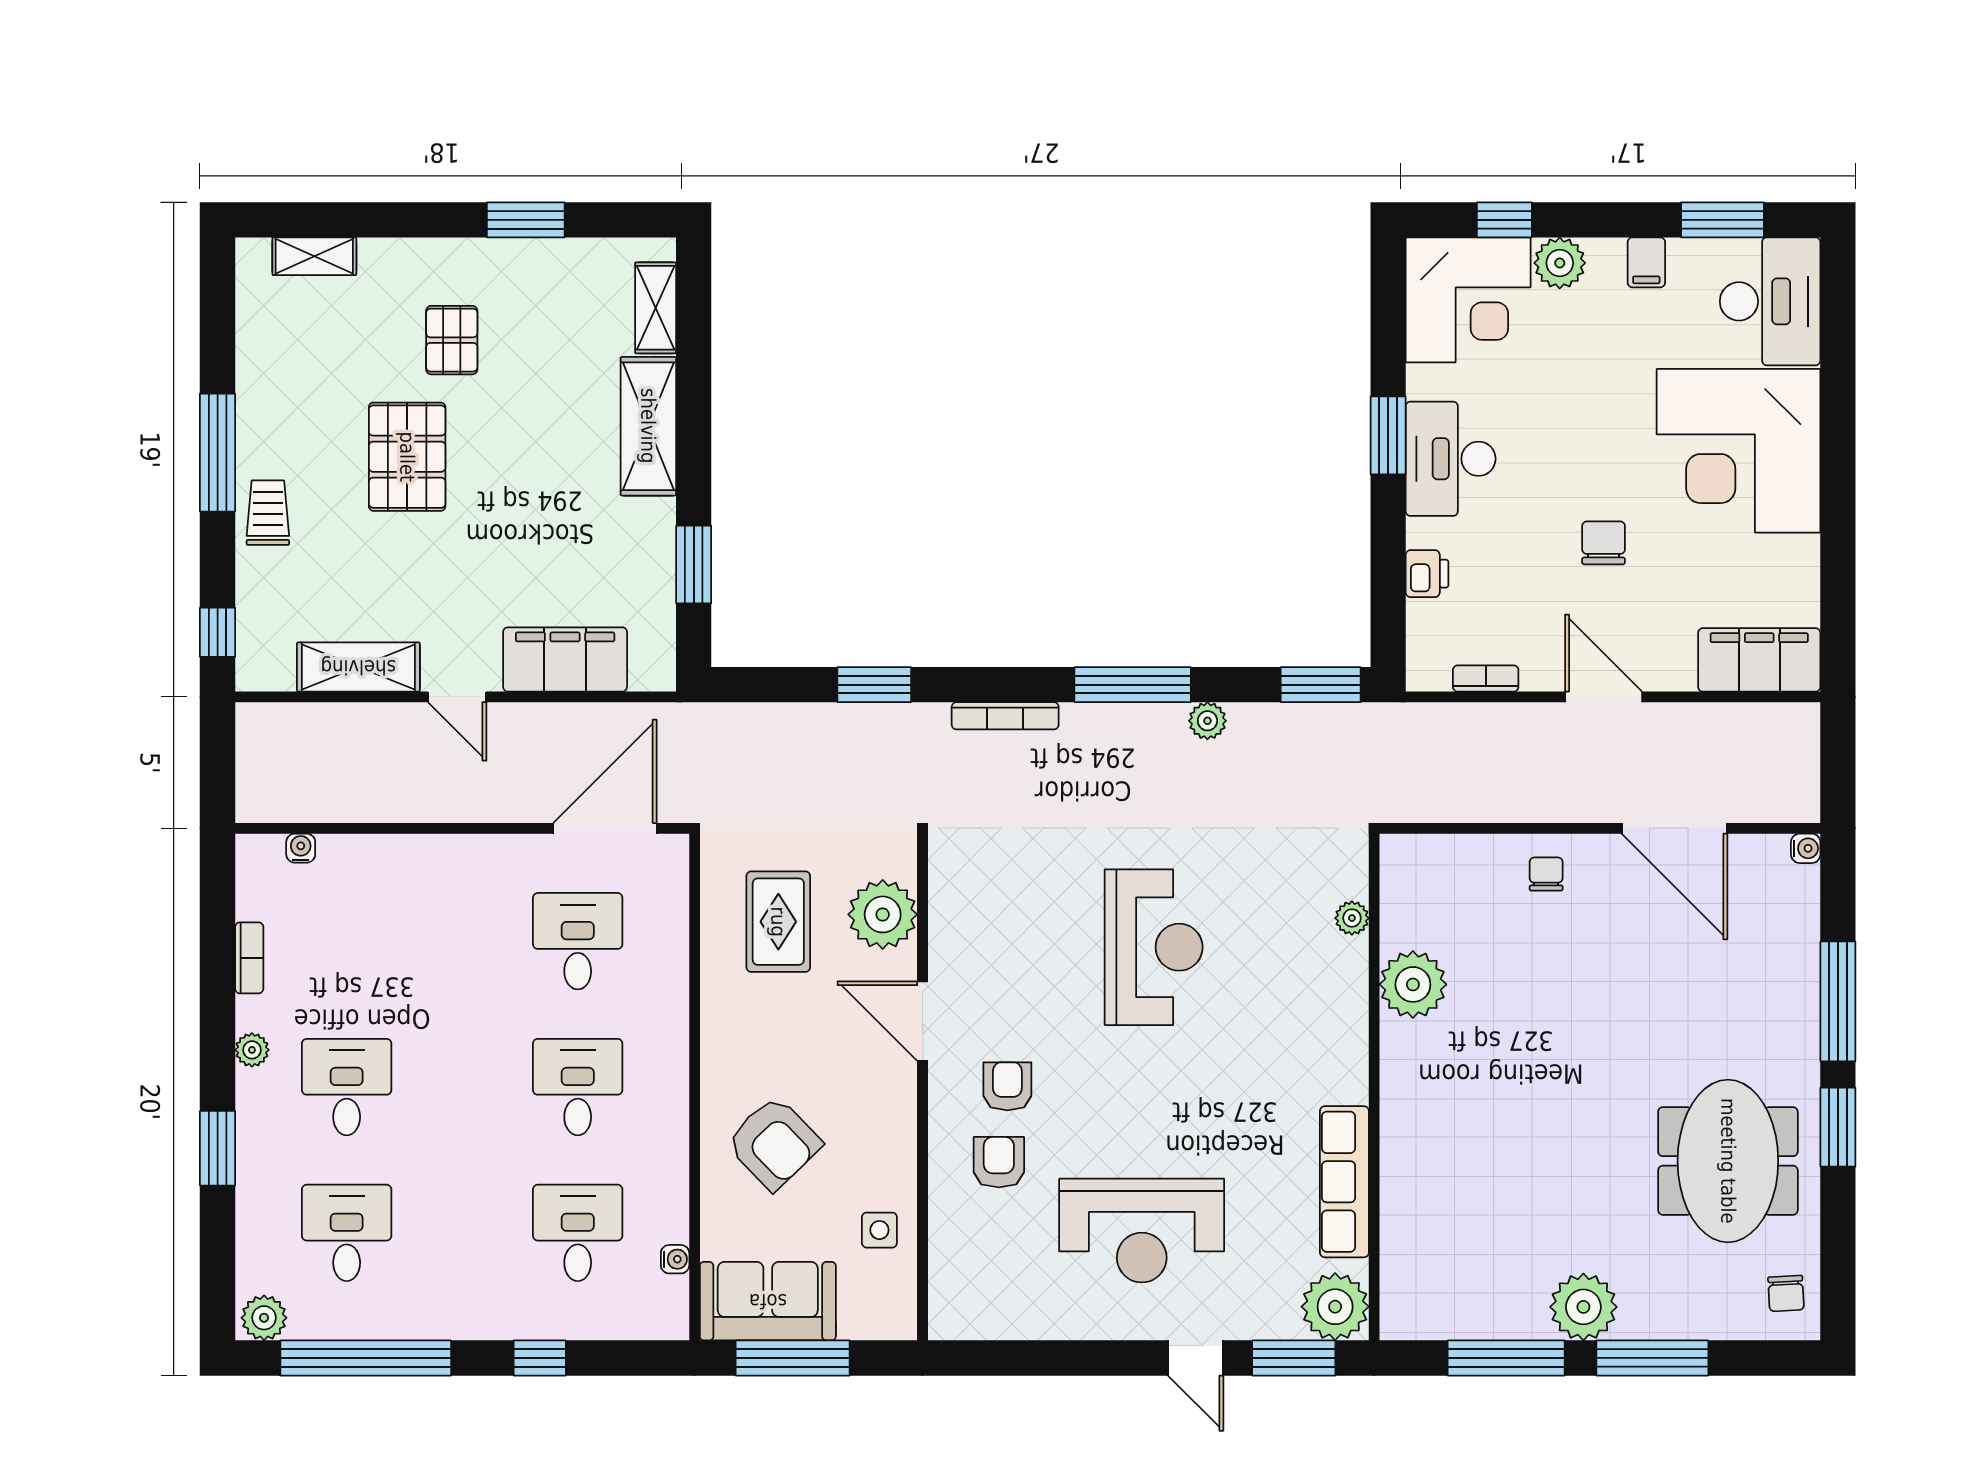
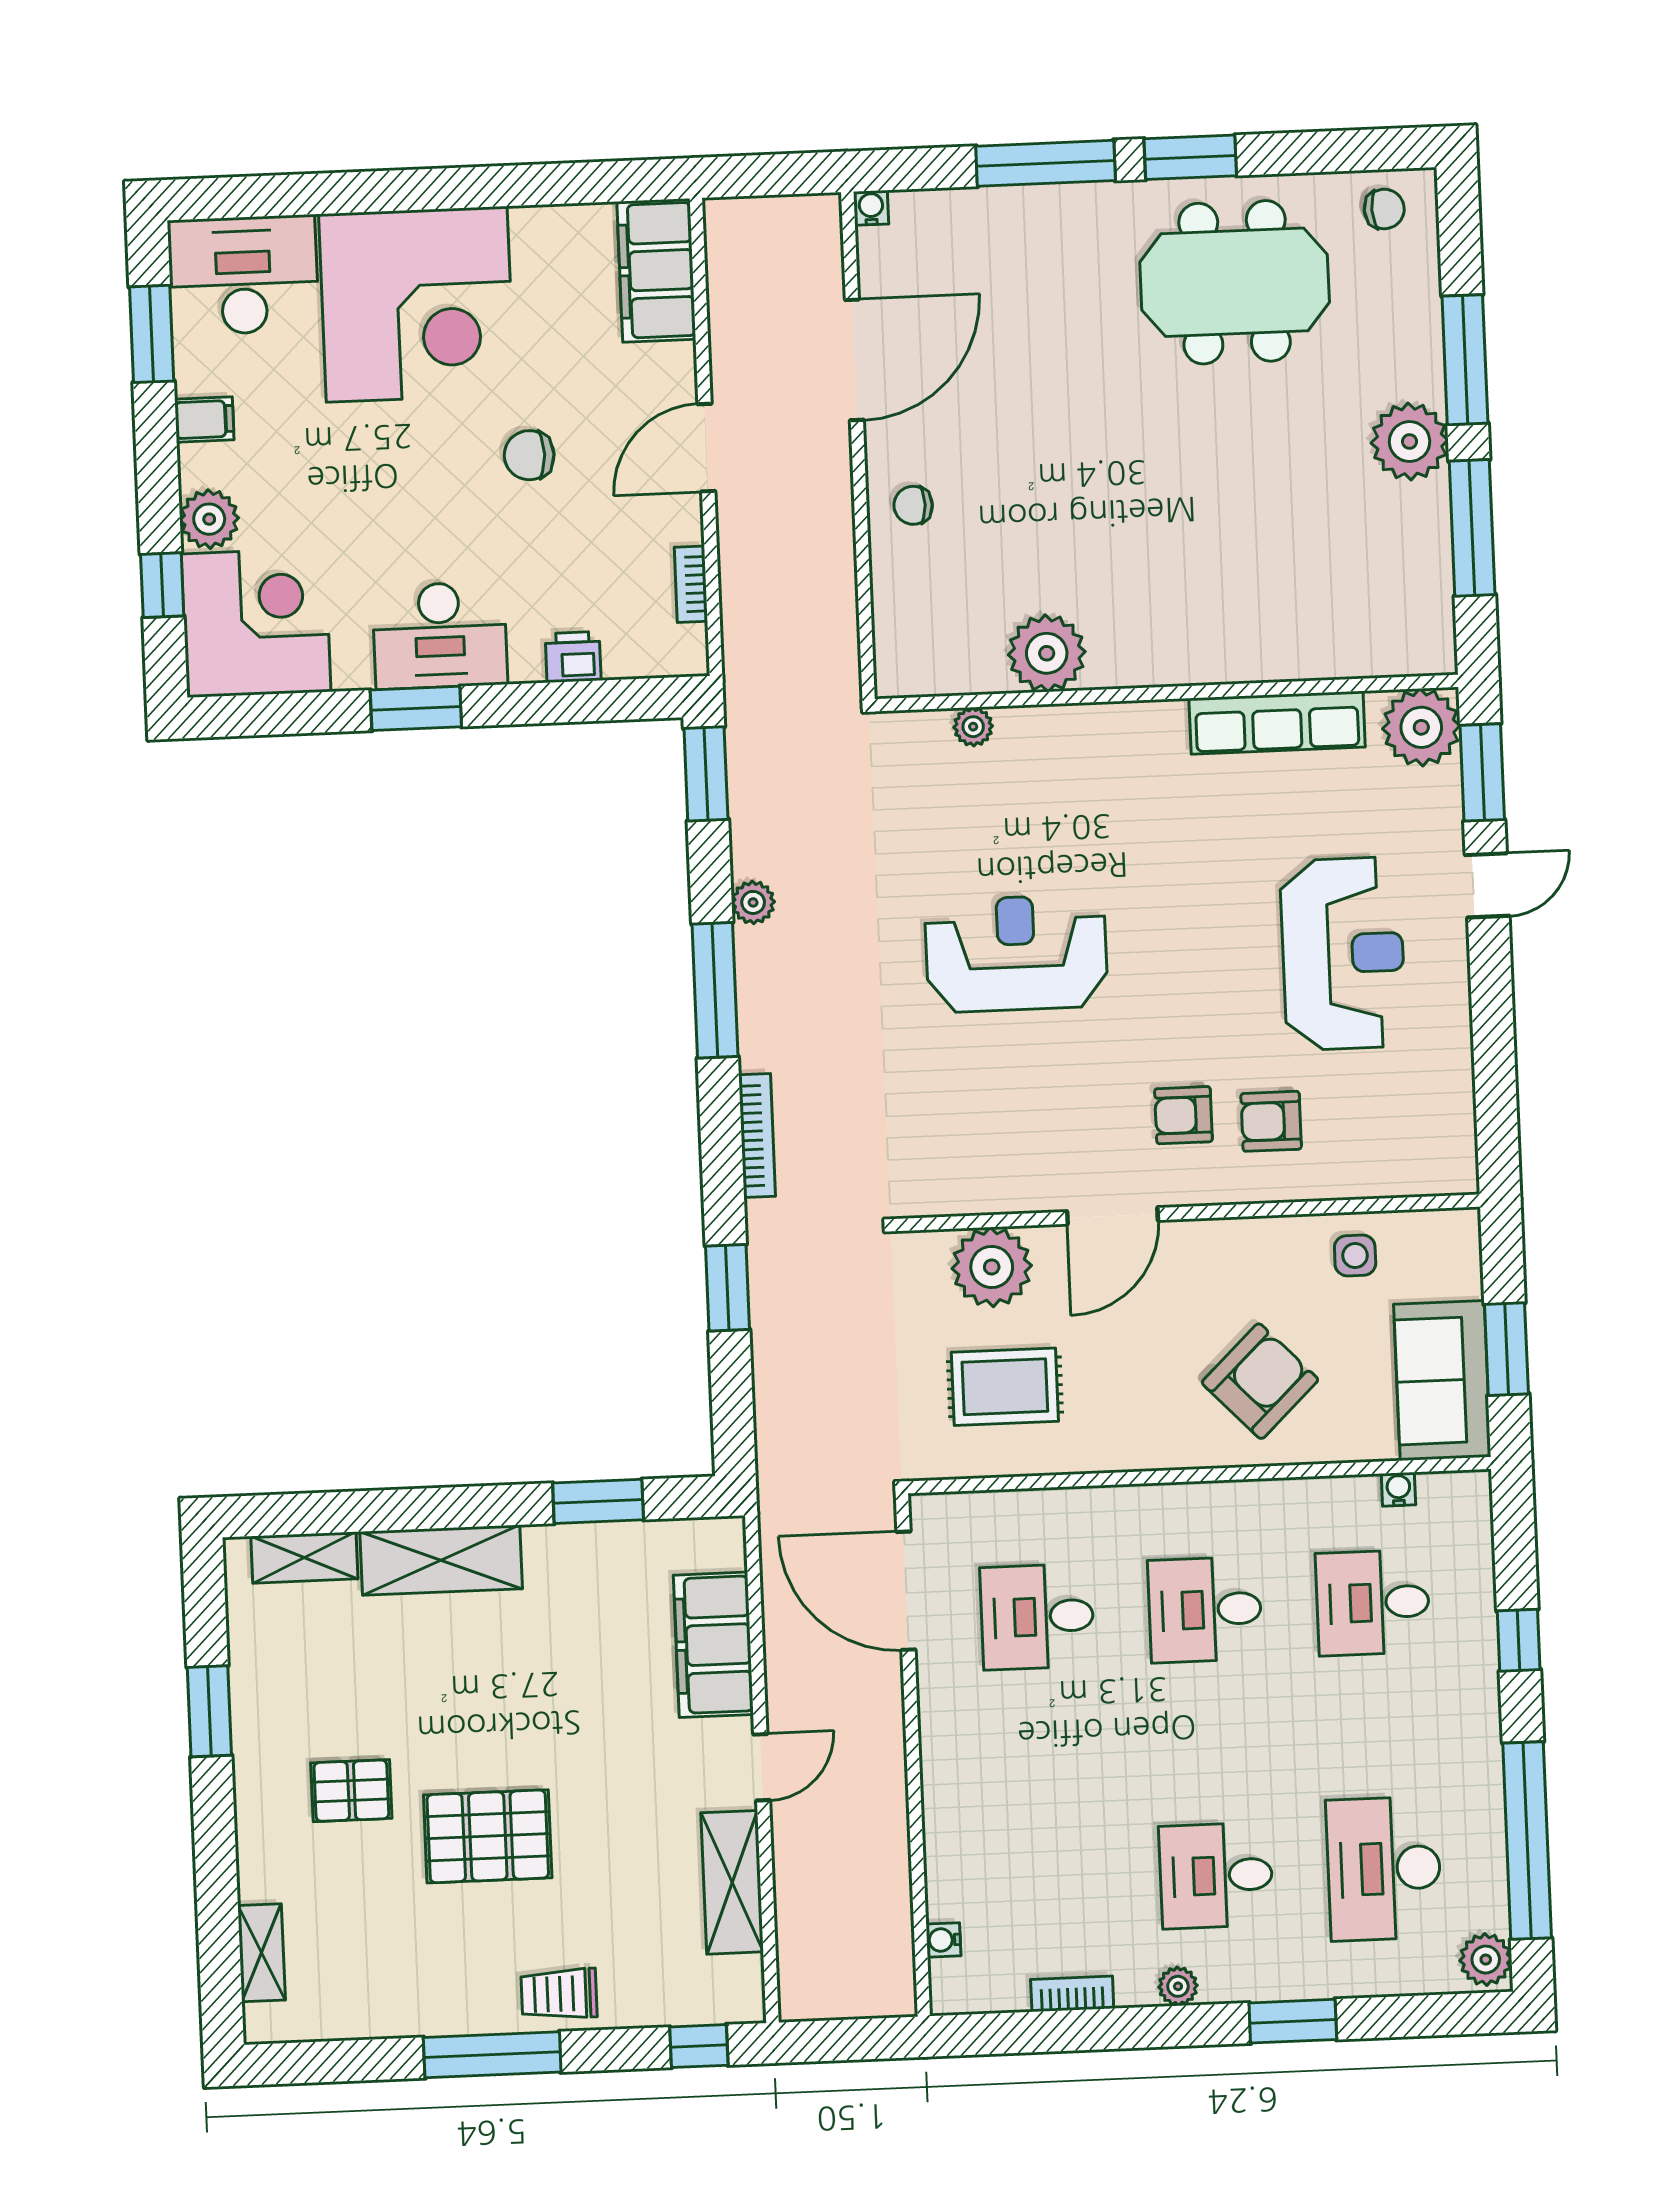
desk: (347, 1233) -> (1384, 1869), width x1.37
window: (793, 1358) -> (1506, 1349), width x0.69

